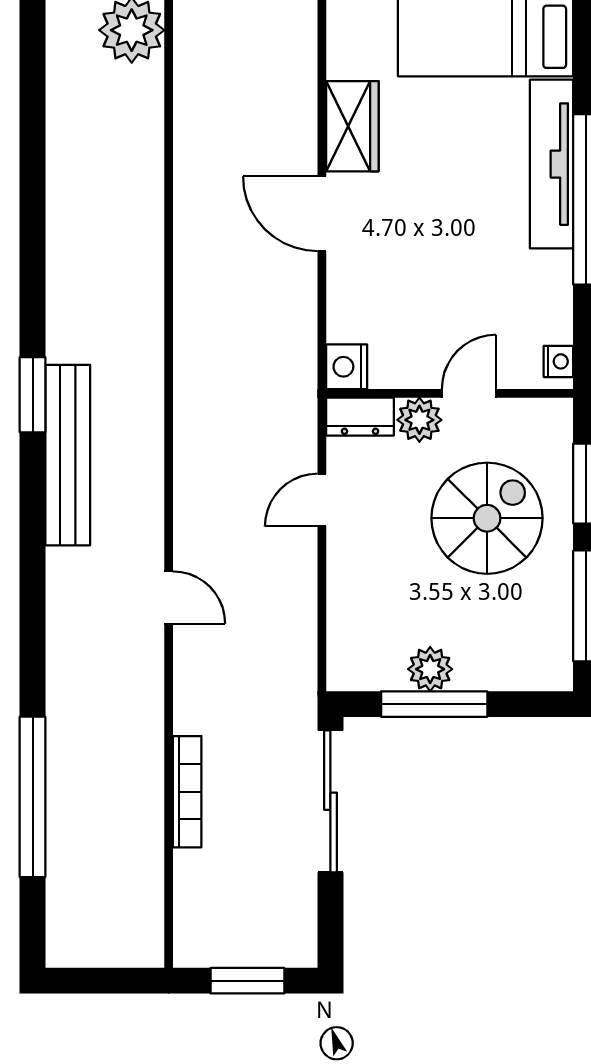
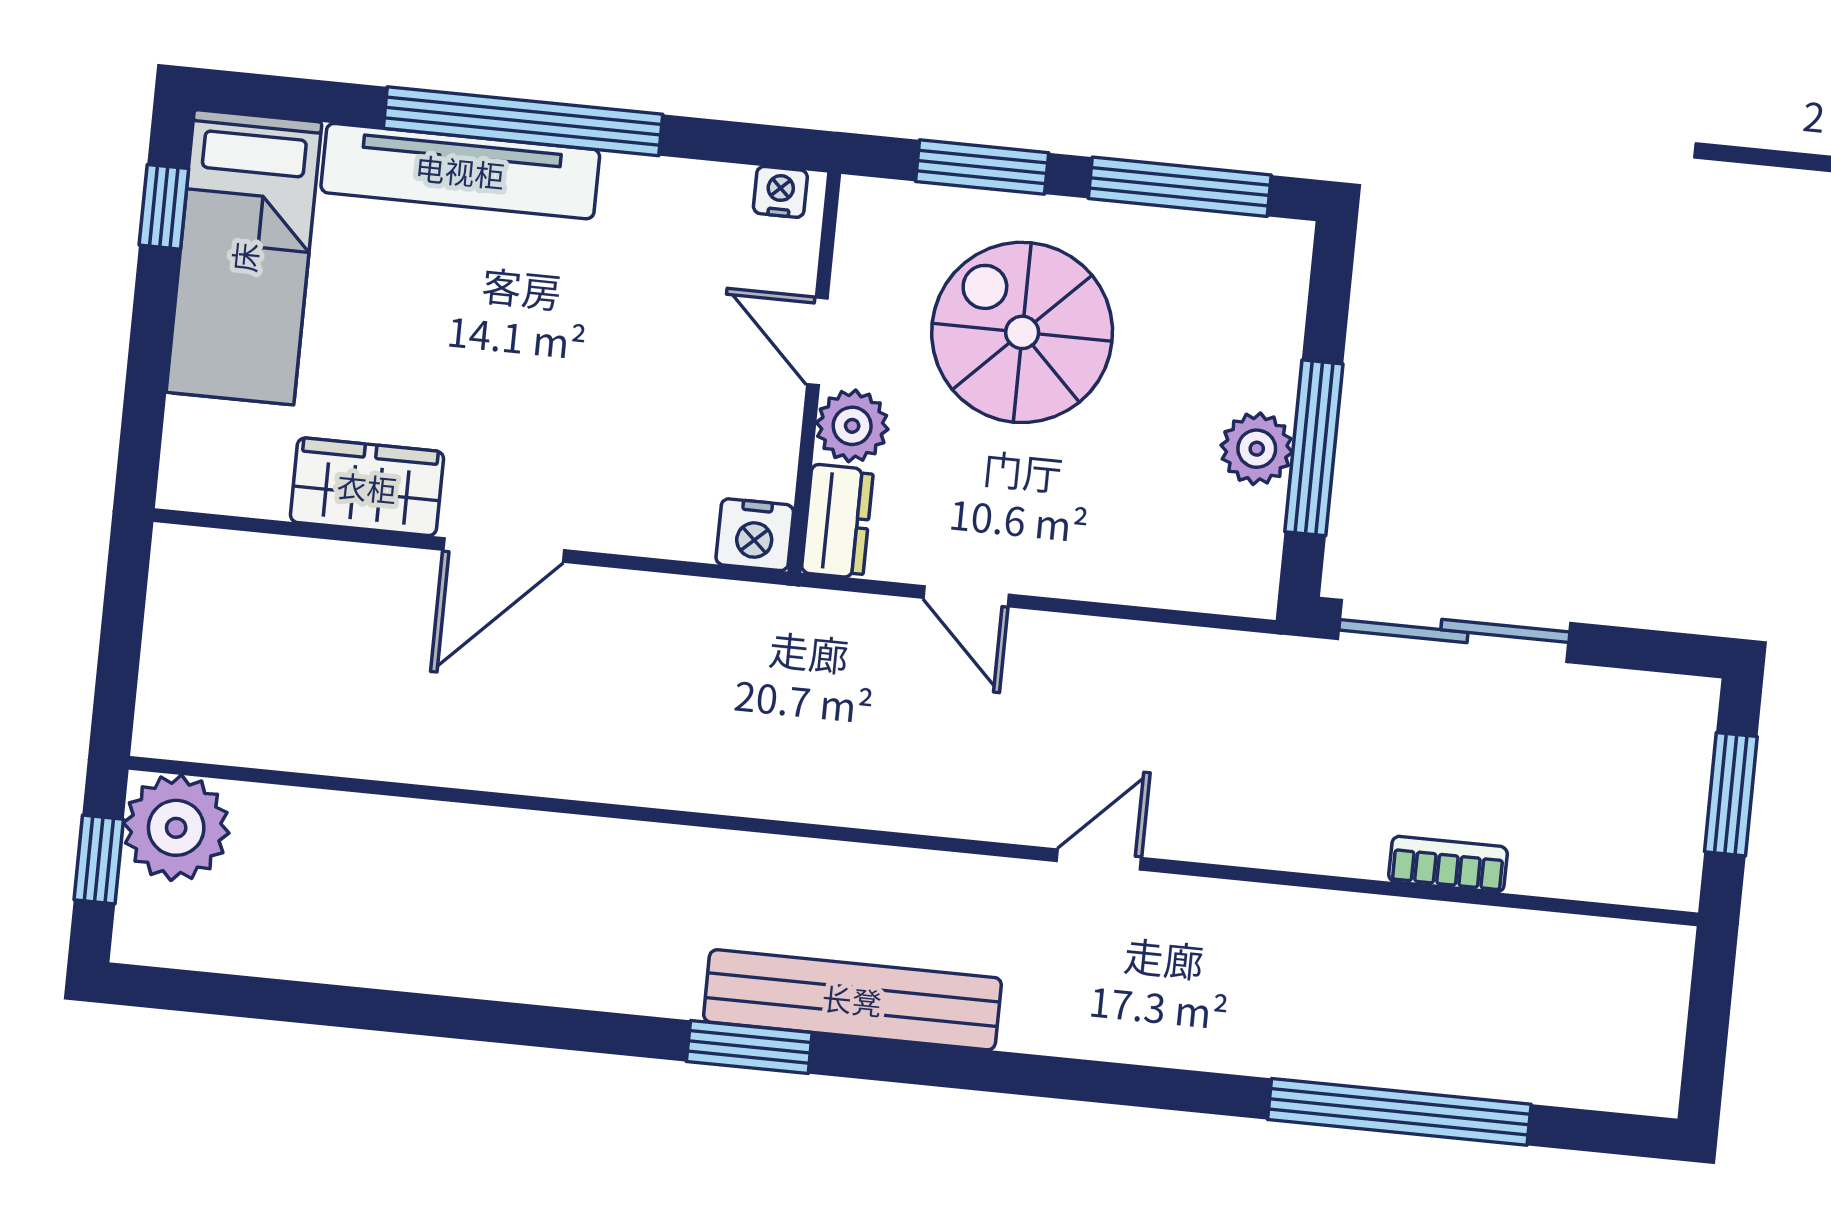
bookcase: (187, 792) -> (1448, 864), width x0.64

